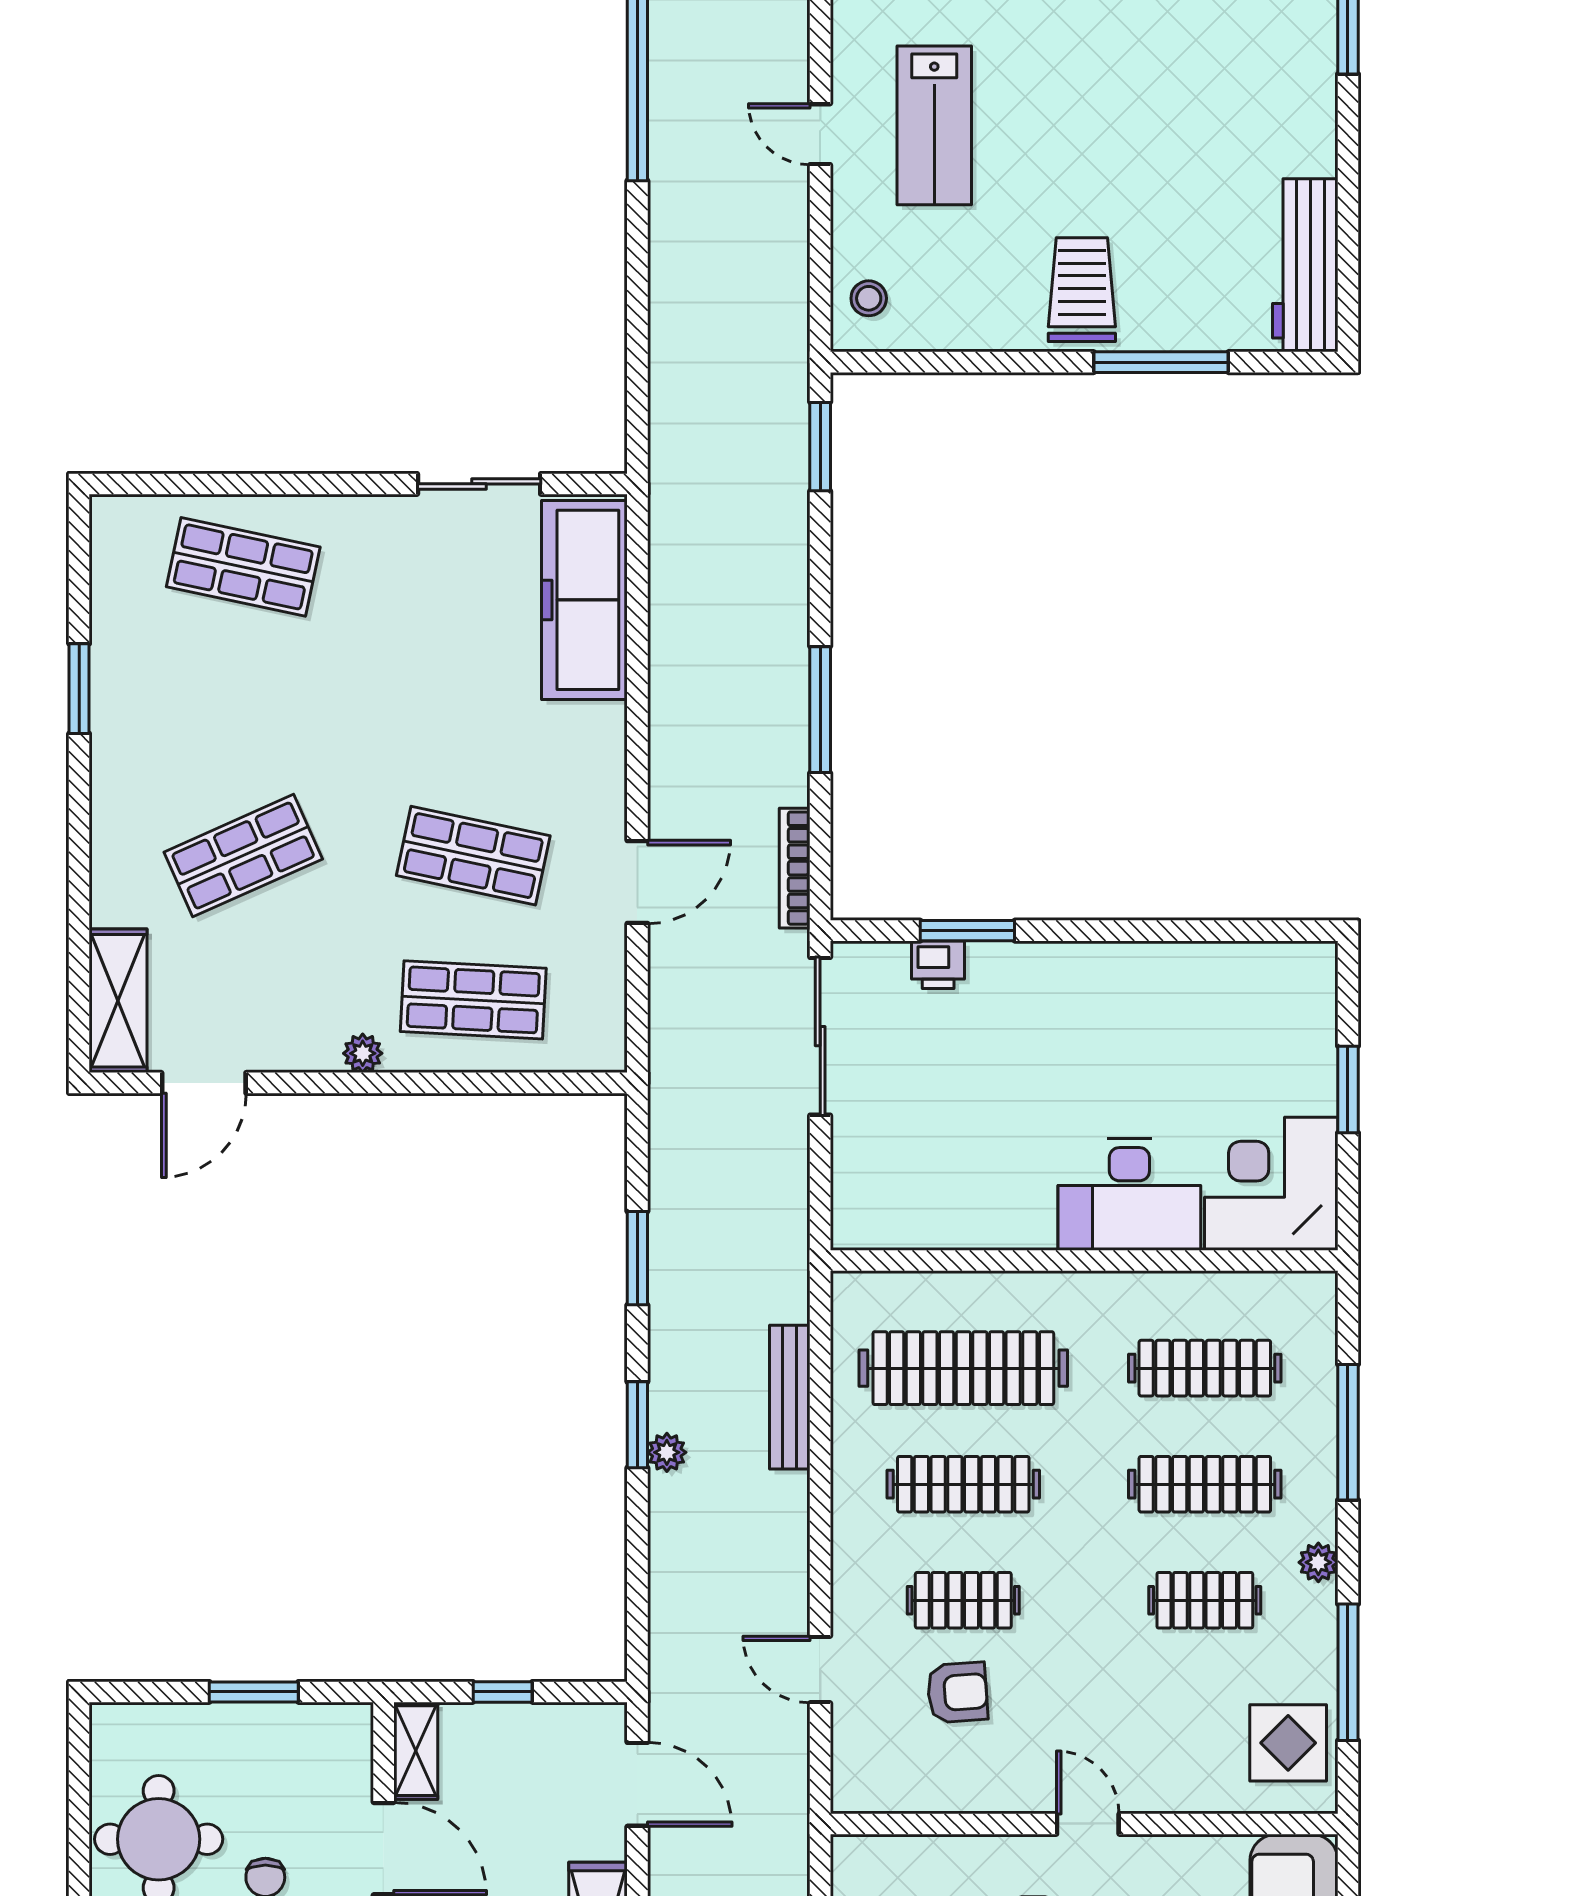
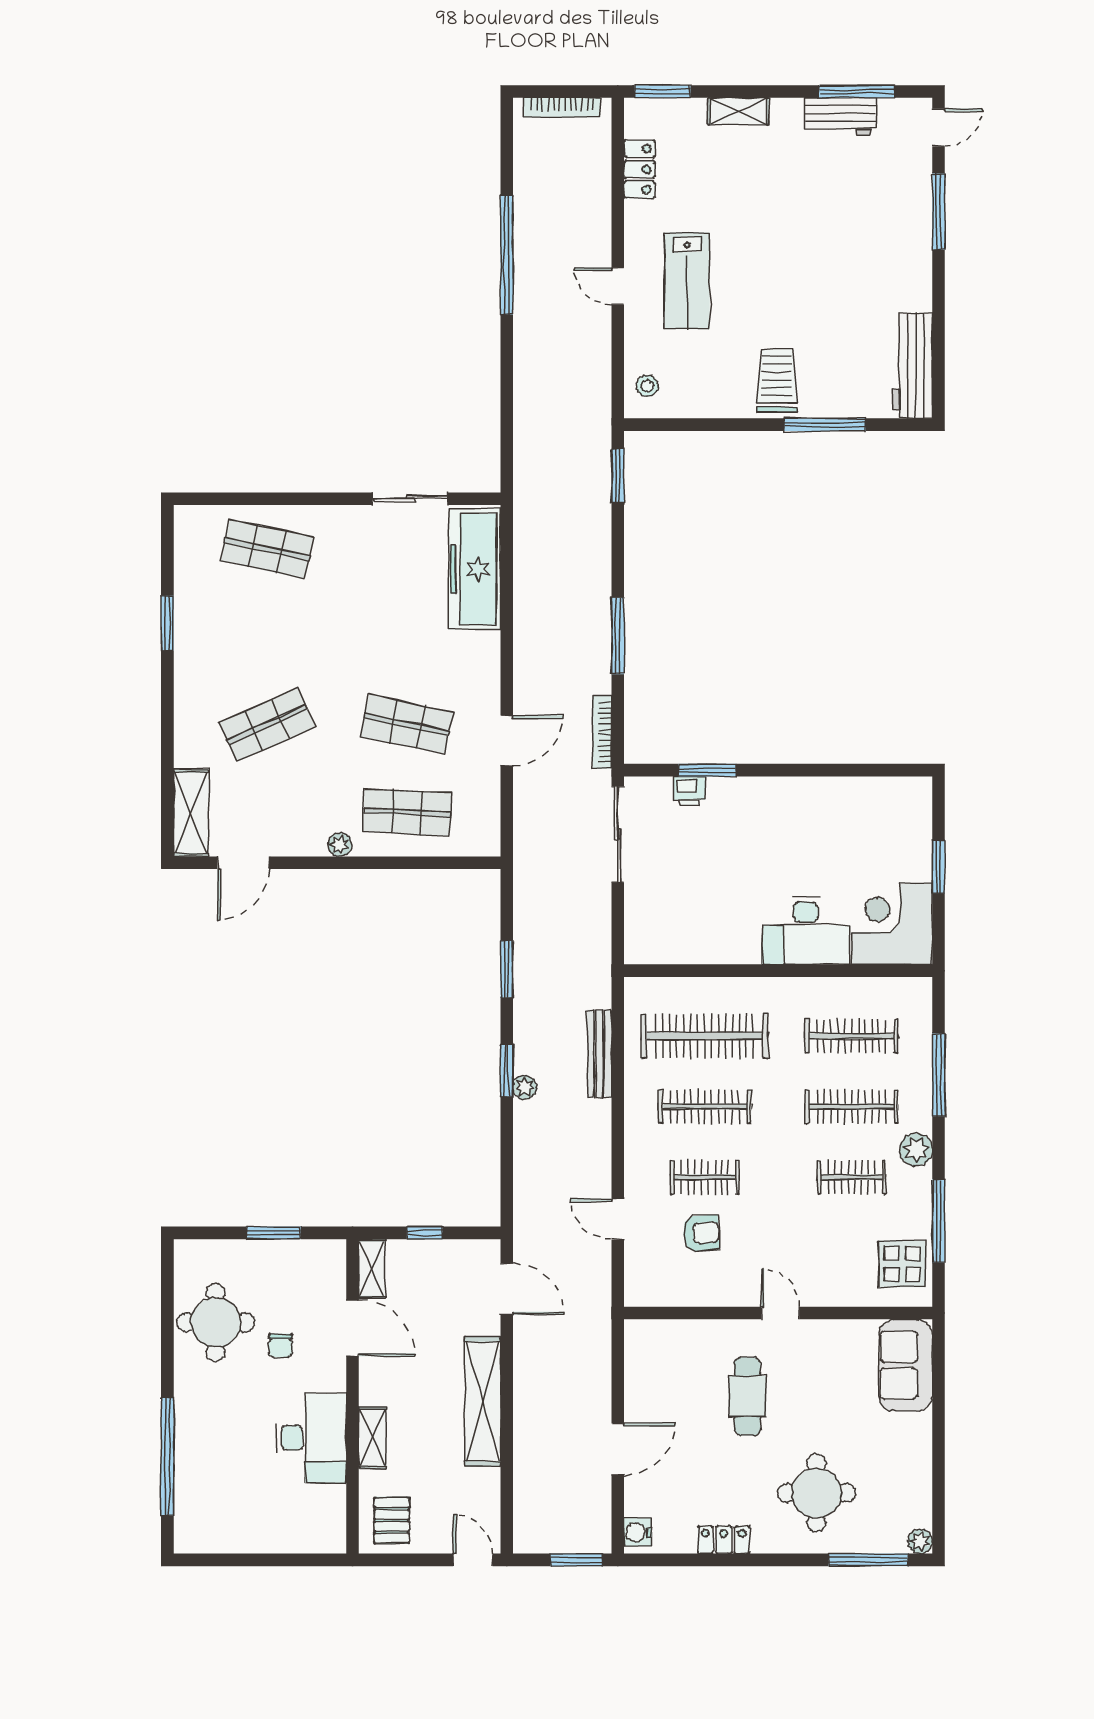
plant: (1318, 1562) -> (916, 1150), width x1.38, depth x1.38

